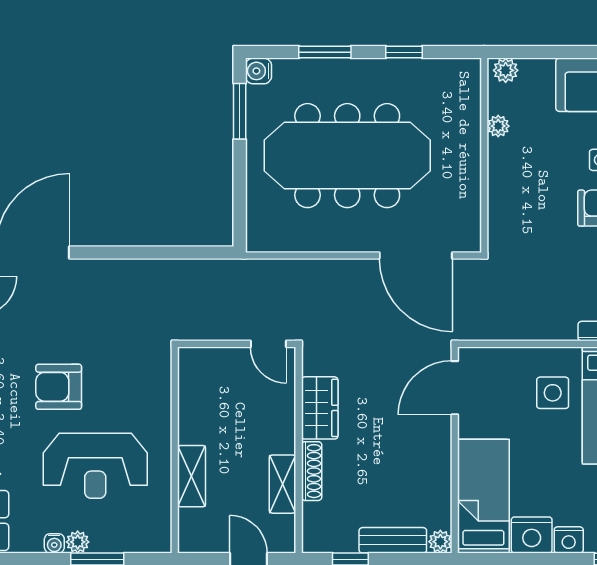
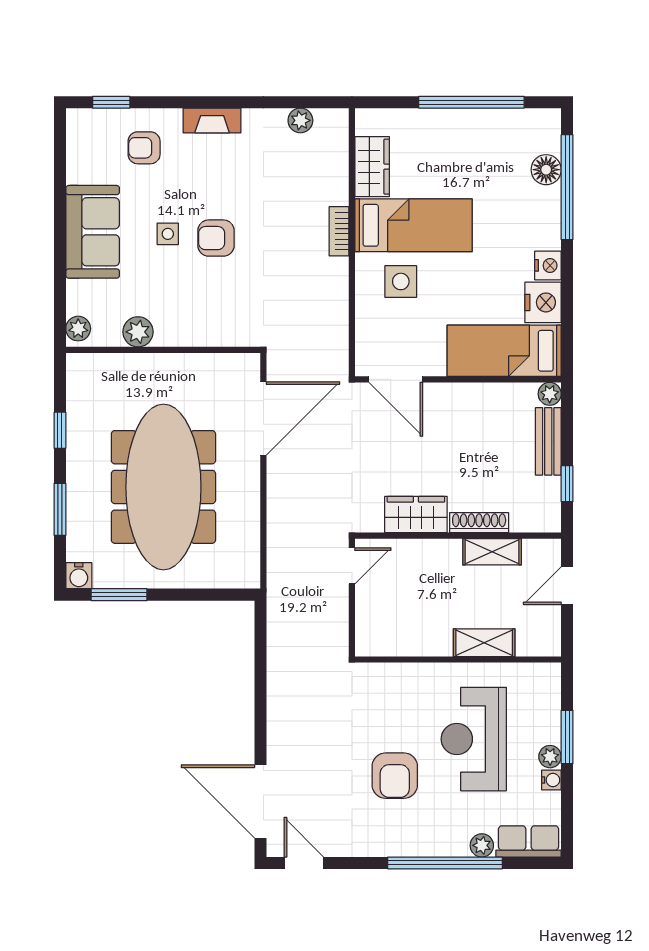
plant: (498, 126) -> (138, 332), width x1.38, depth x1.38
reception desk: (95, 466) -> (474, 739), turned 180

